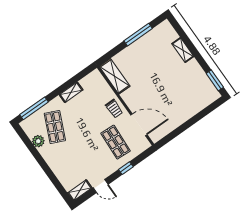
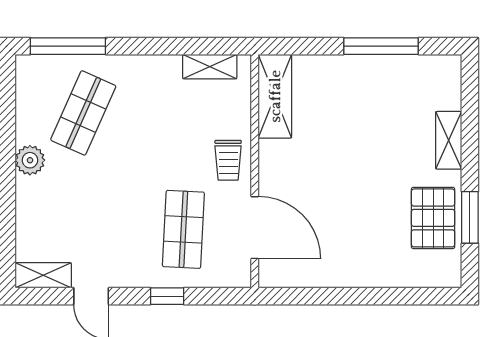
pallet: (196, 79) -> (433, 218), added
window: (215, 80) -> (470, 217), moved
shelving: (71, 92) -> (210, 67), moved
plant: (38, 141) -> (30, 160), moved

